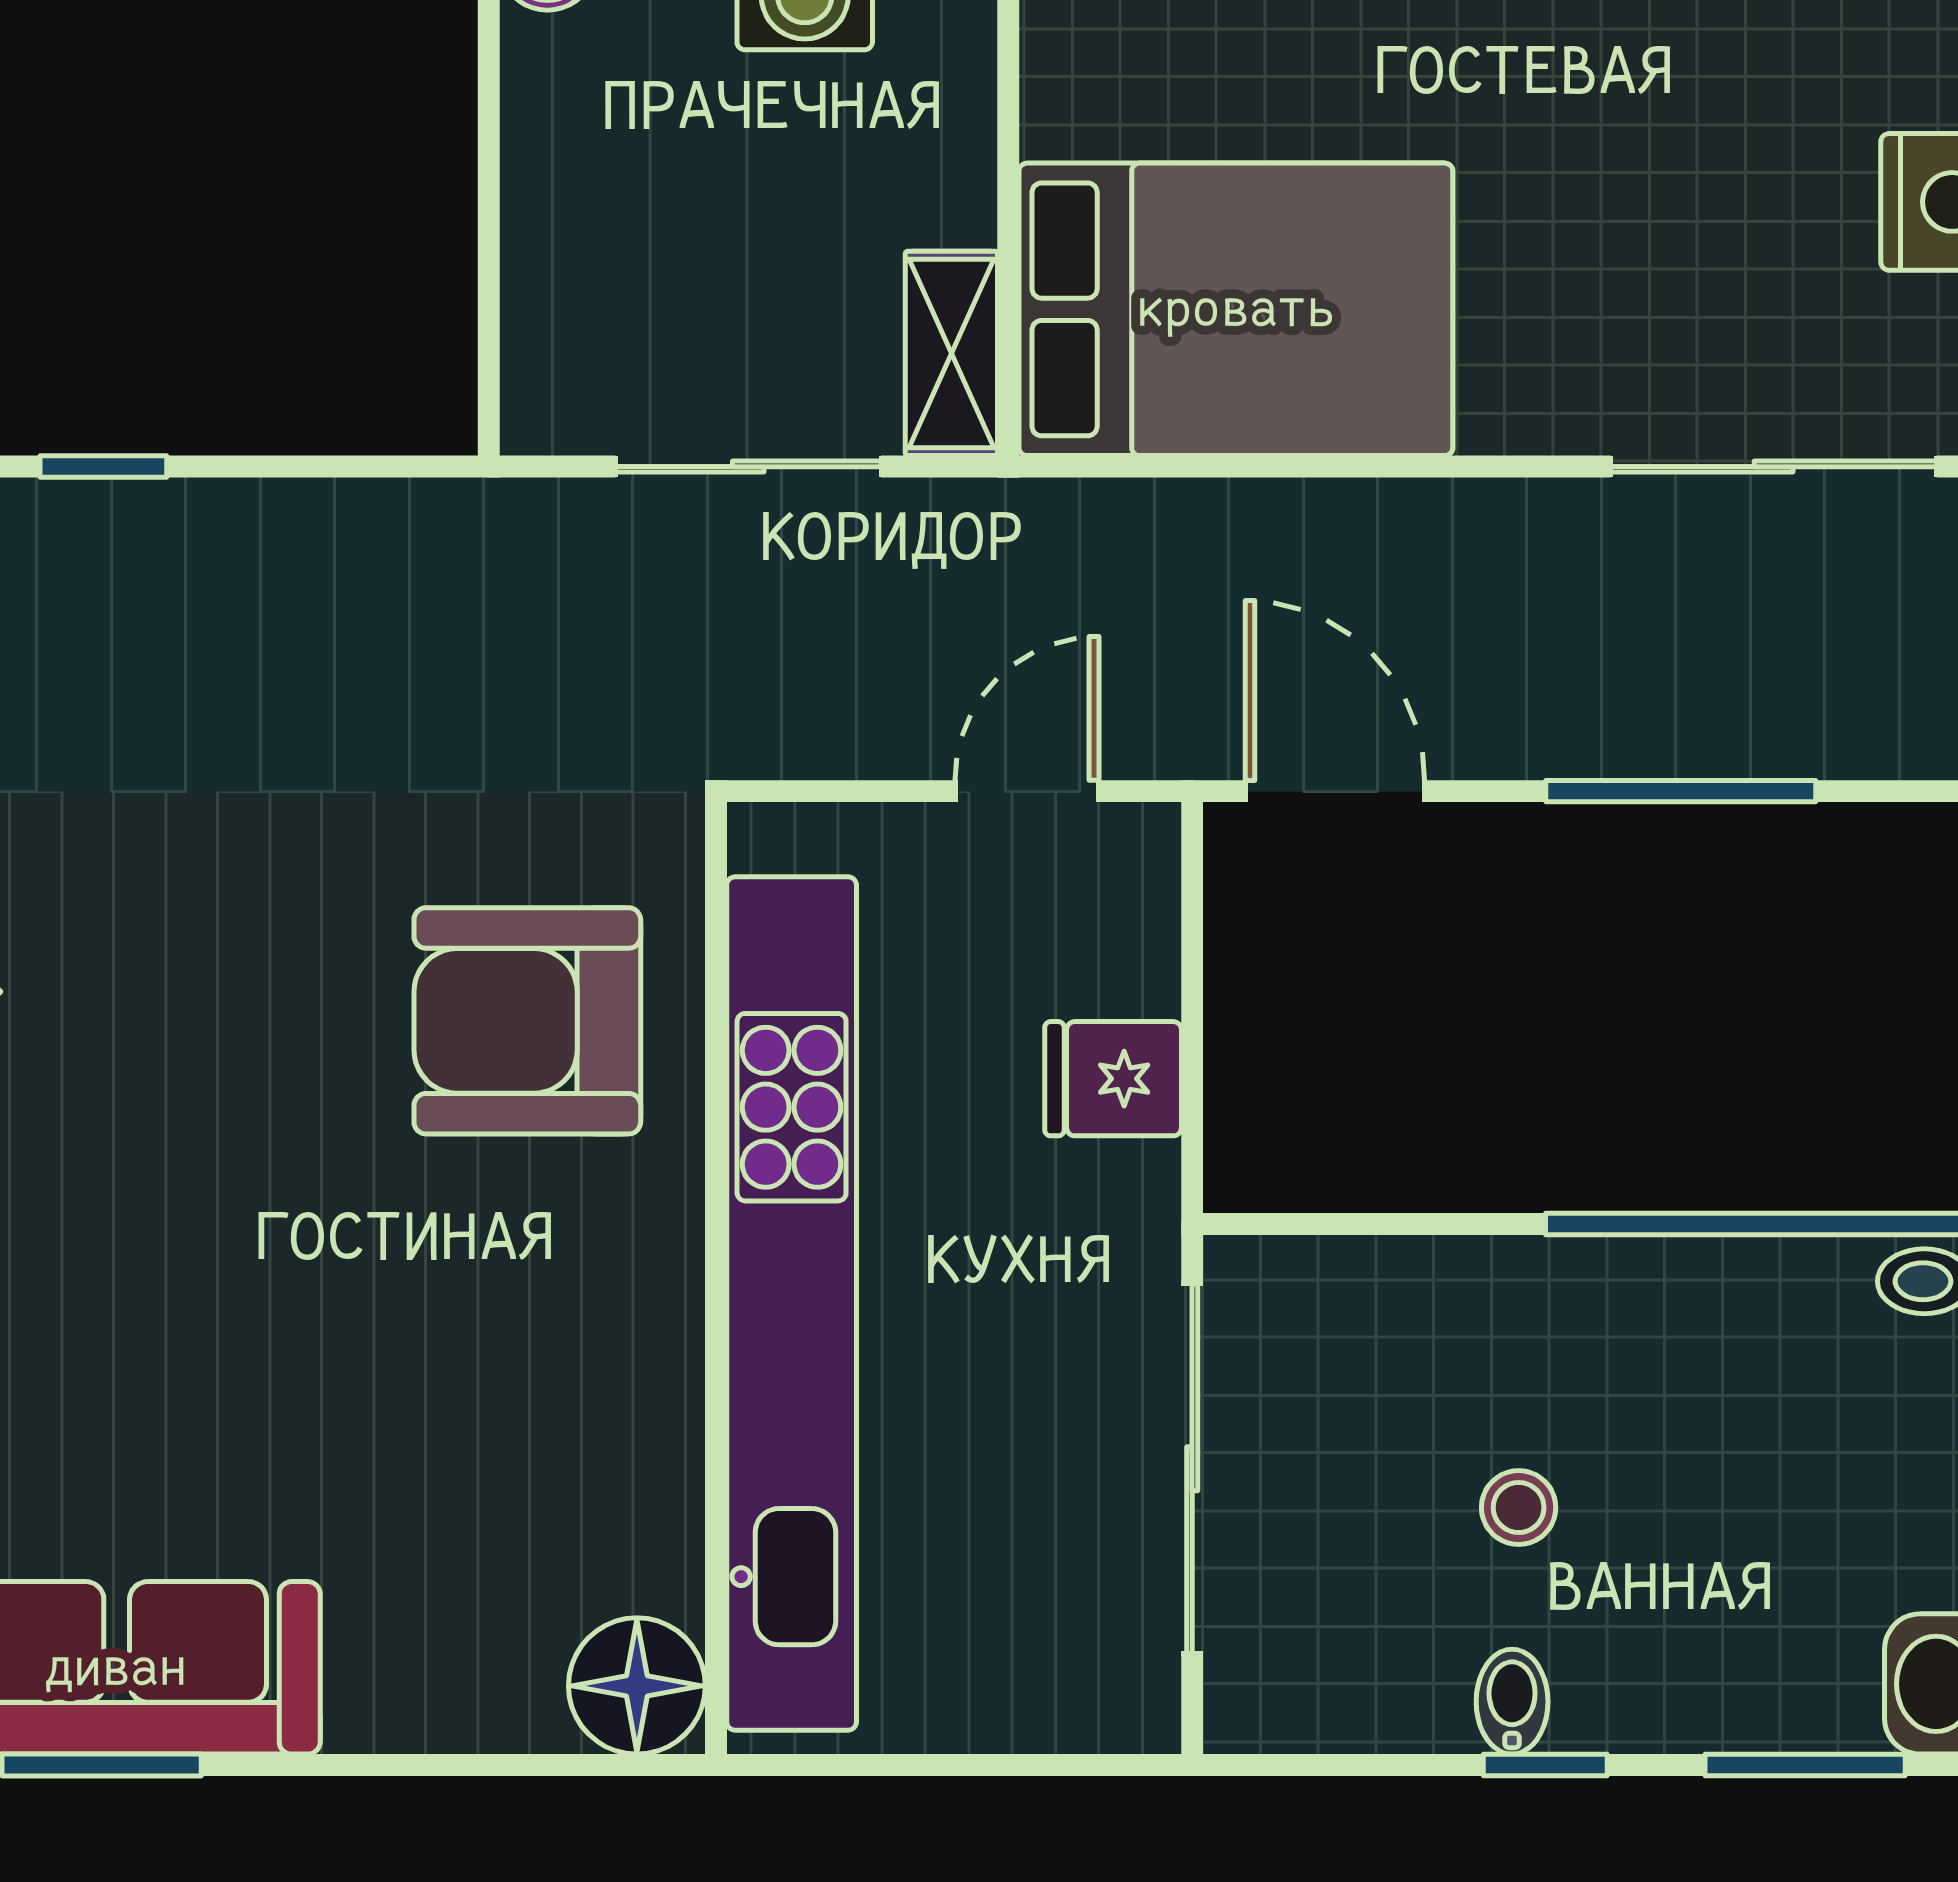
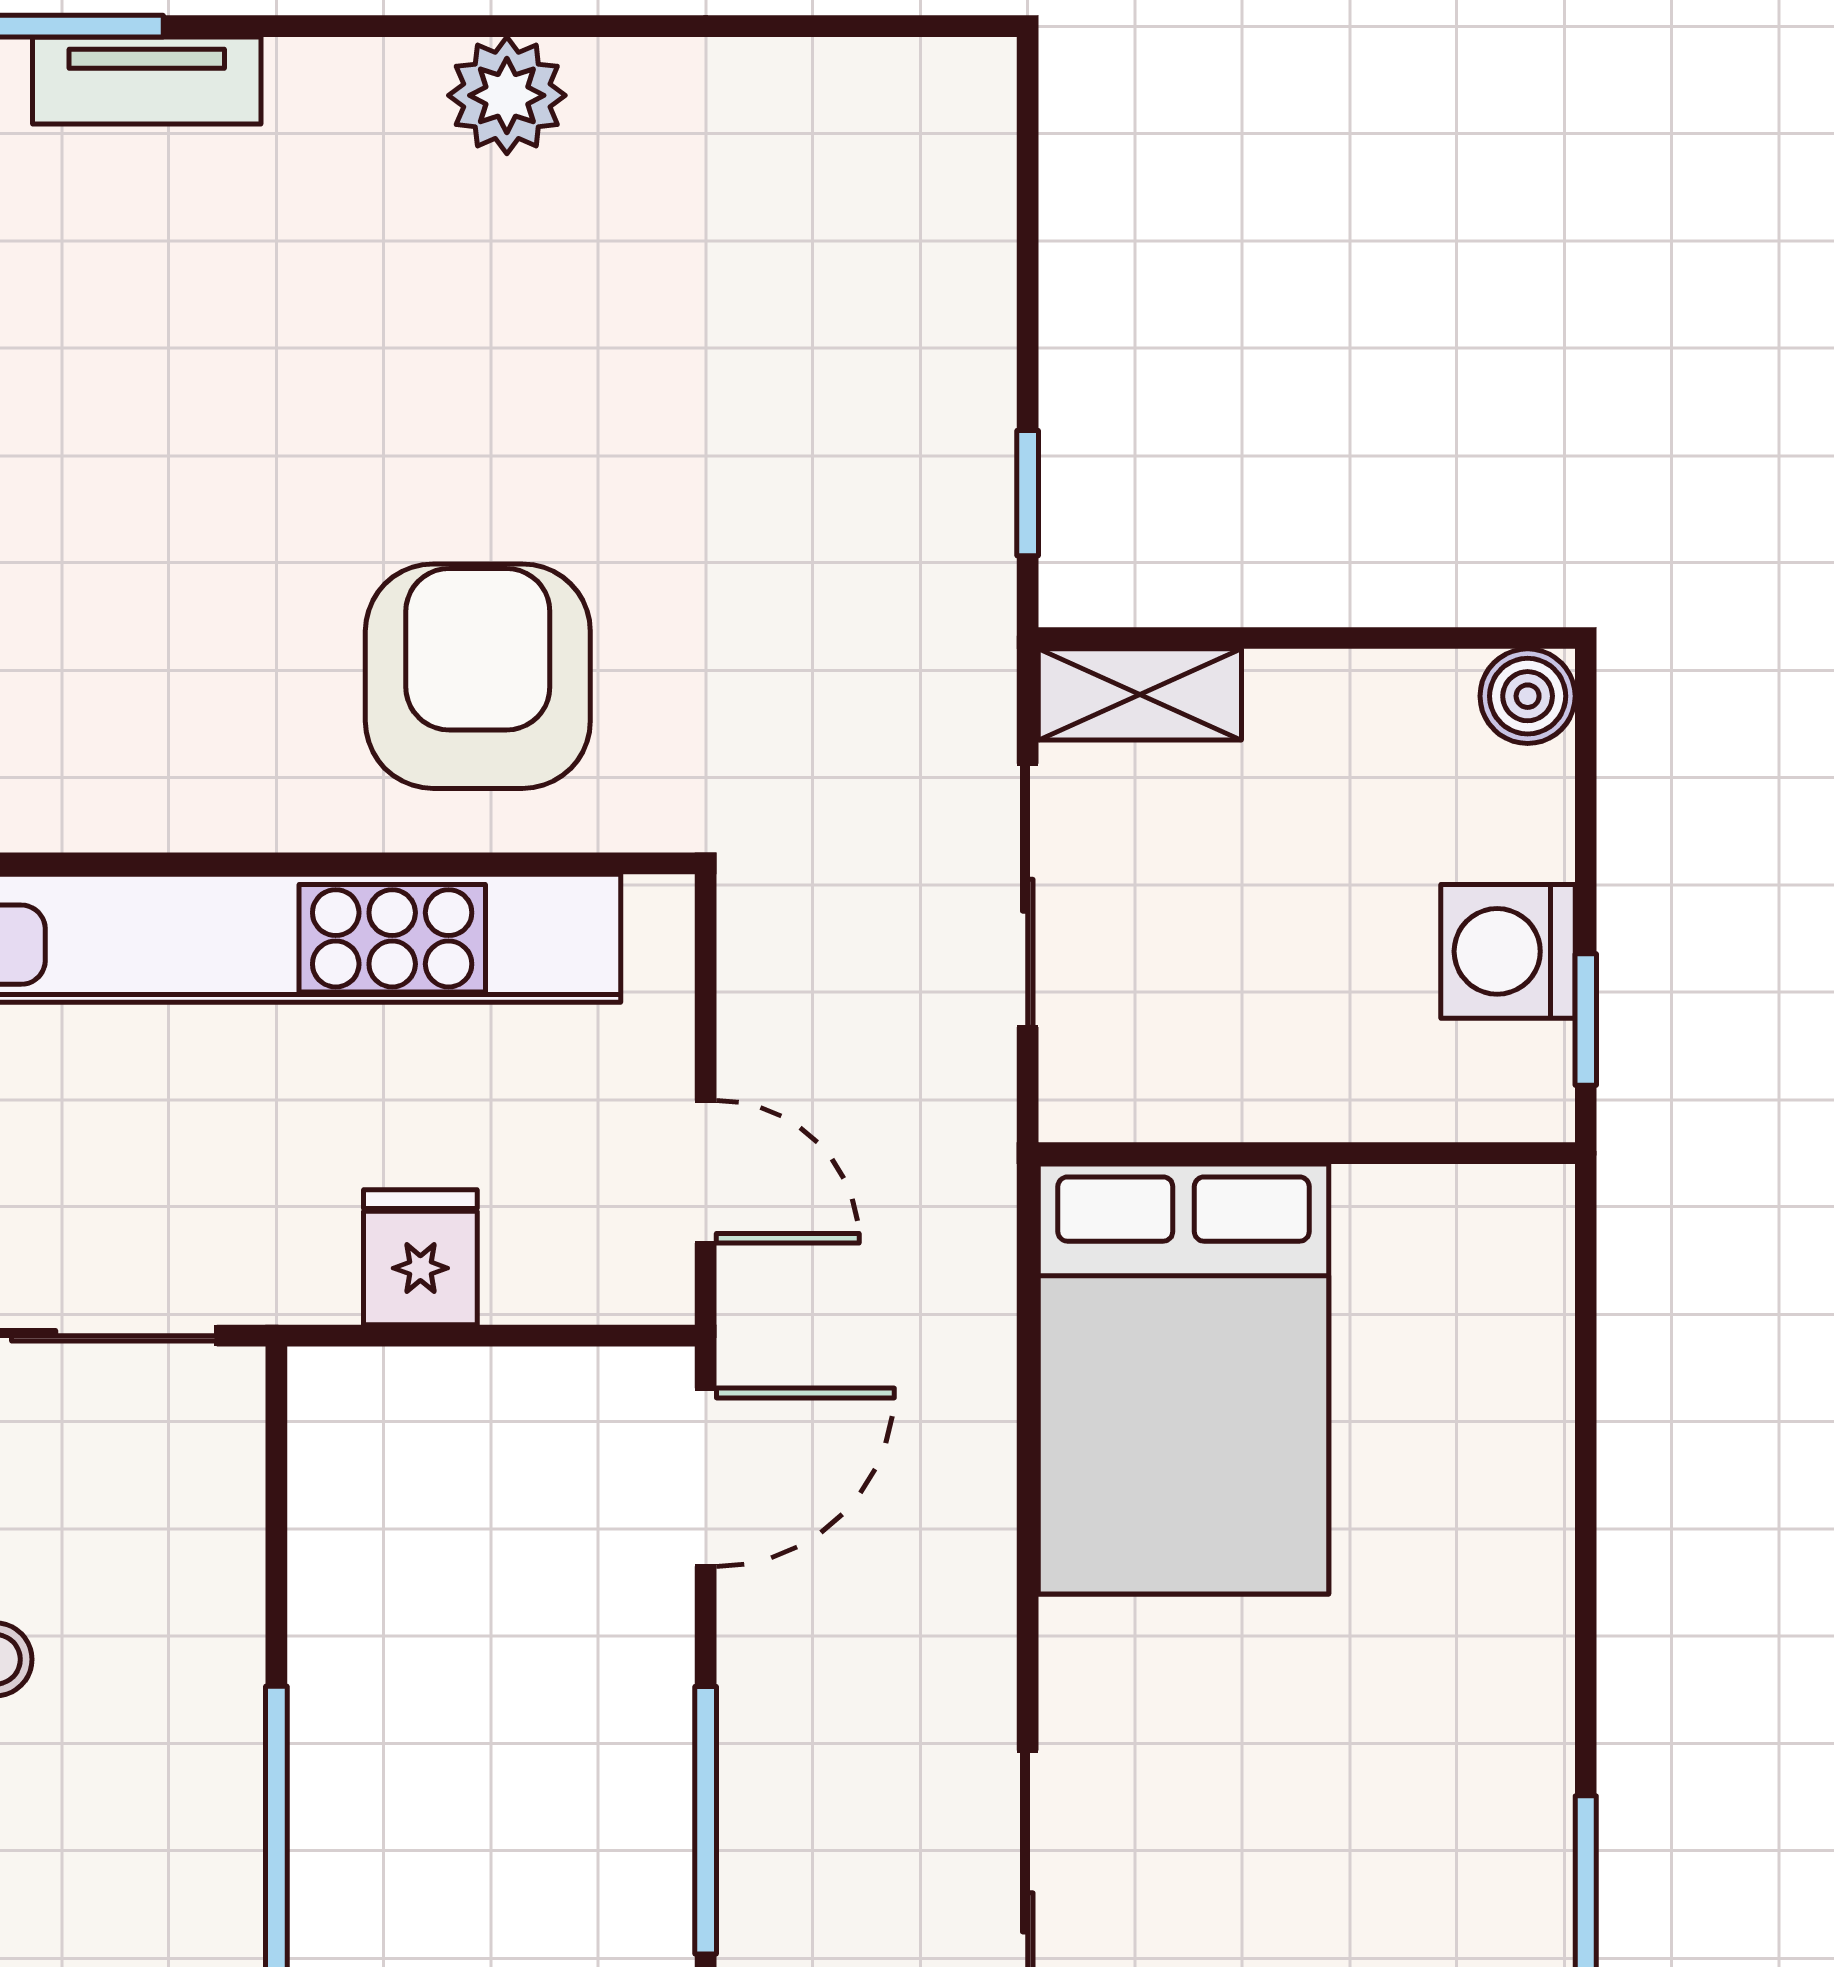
shelving: (951, 353) -> (1140, 694), moved
window: (103, 467) -> (1028, 493), moved

